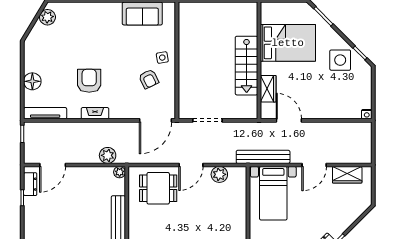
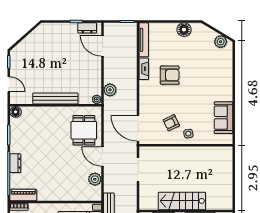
floor lamp: (32, 81) -> (184, 30), moved
fireplace: (95, 113) -> (144, 69), moved

